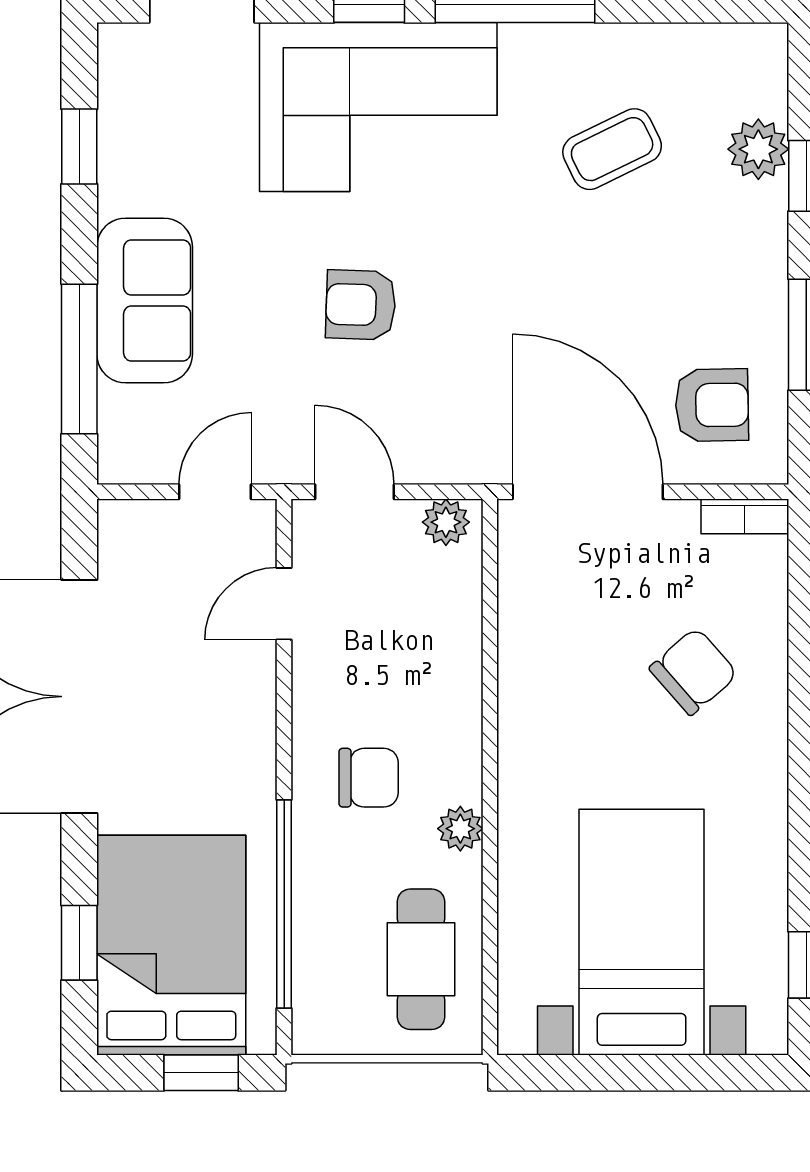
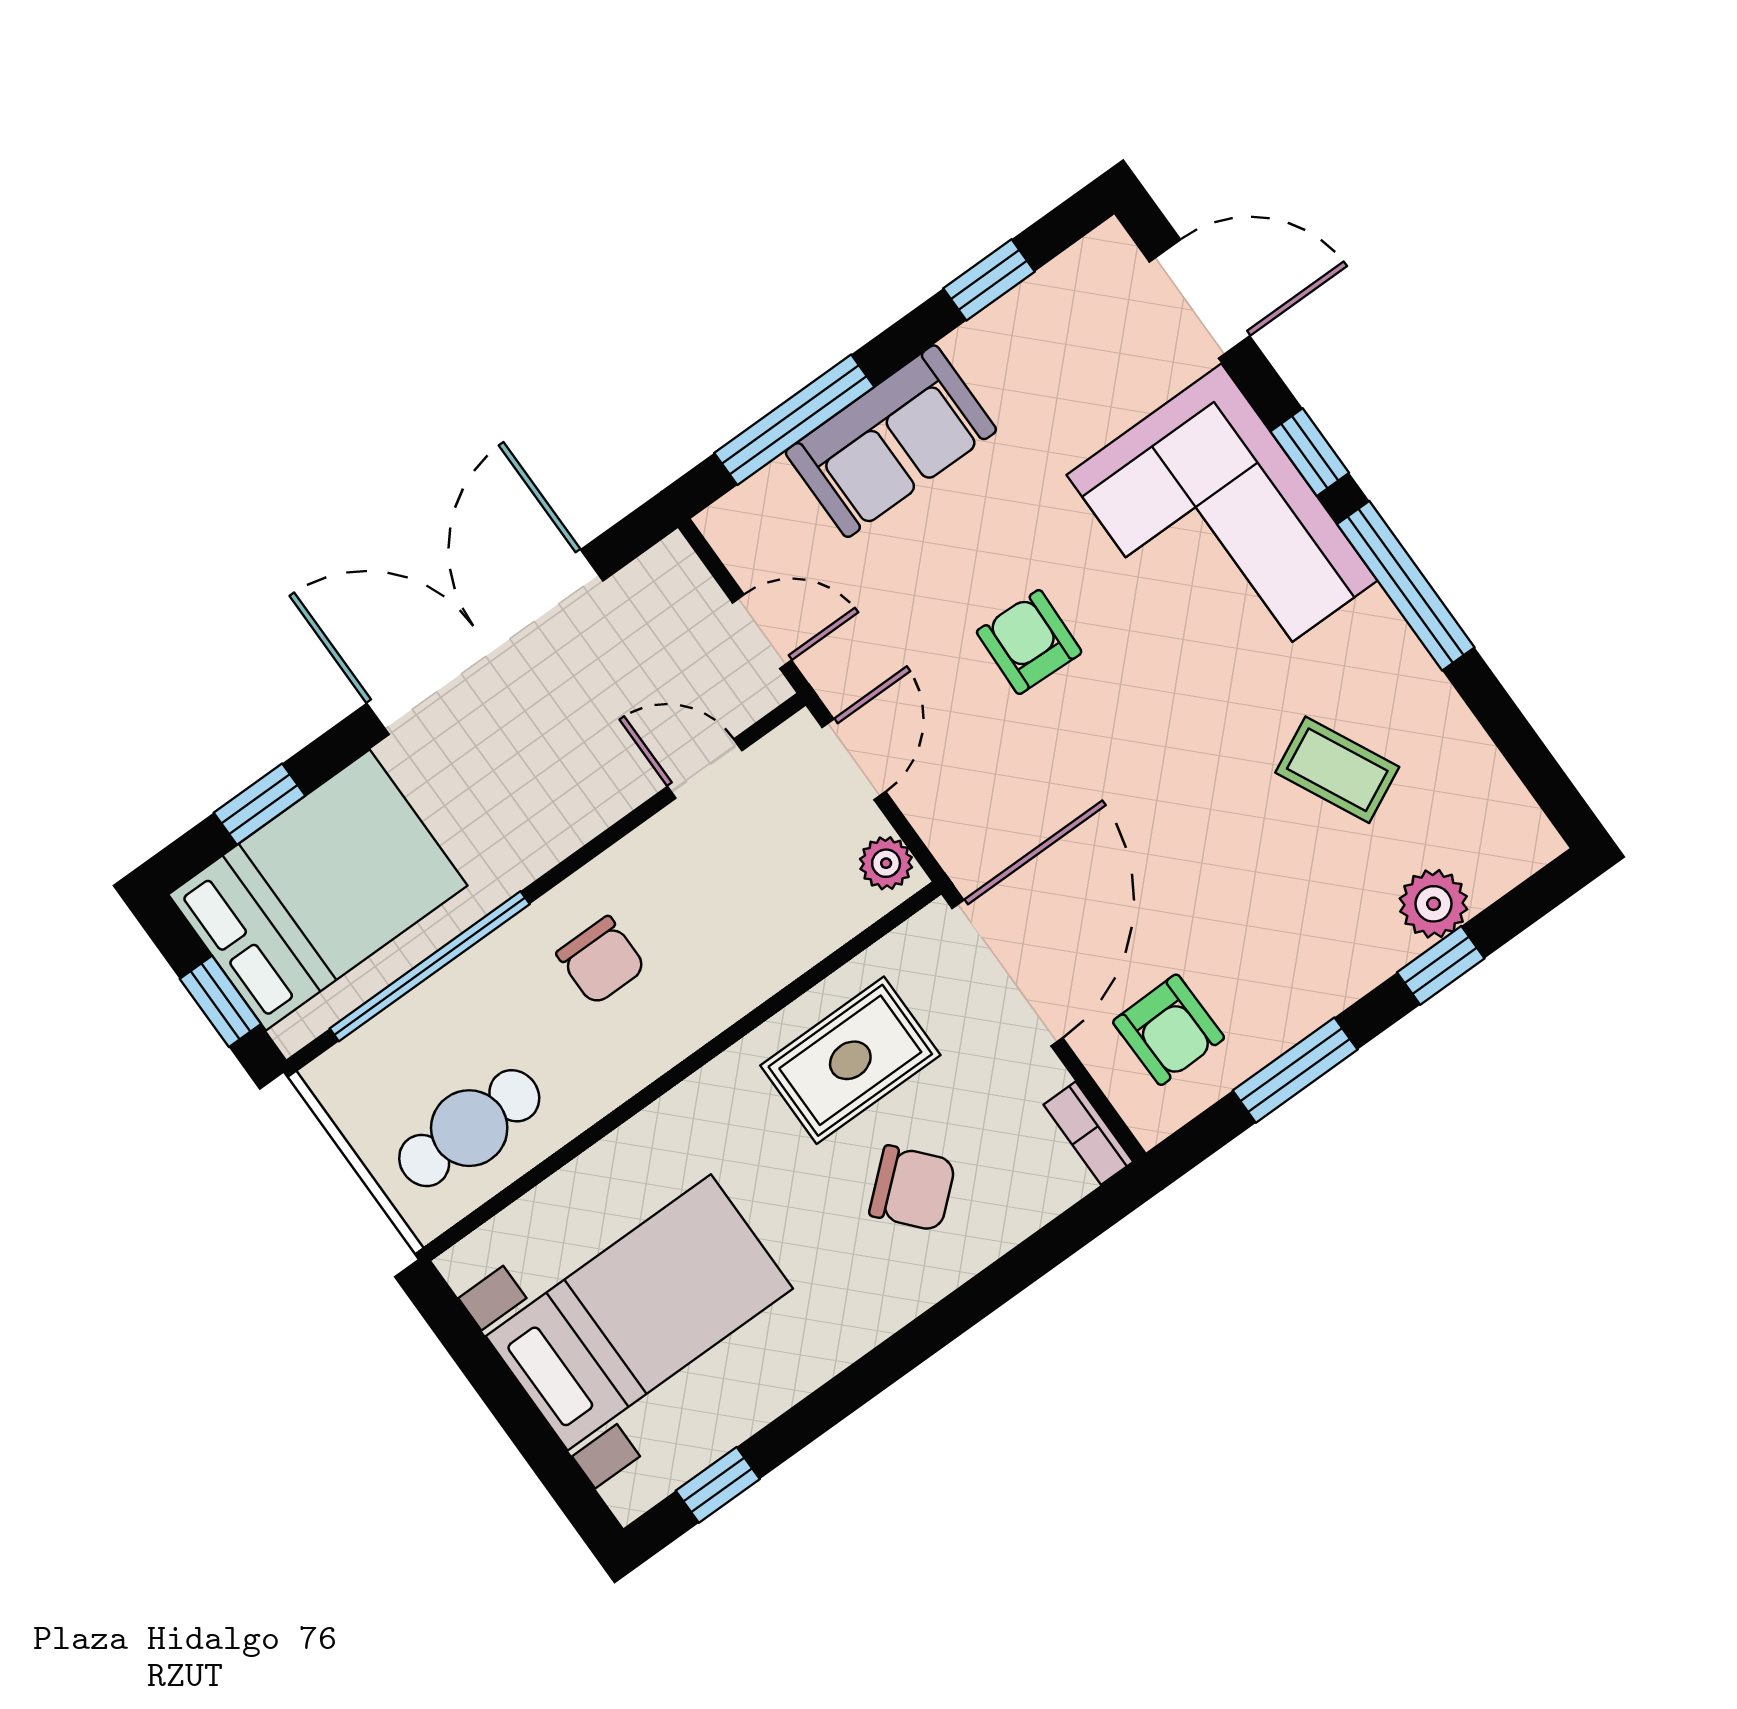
rug: (569, 650) -> (850, 1060), added
plant: (460, 829) -> (615, 1078), removed

